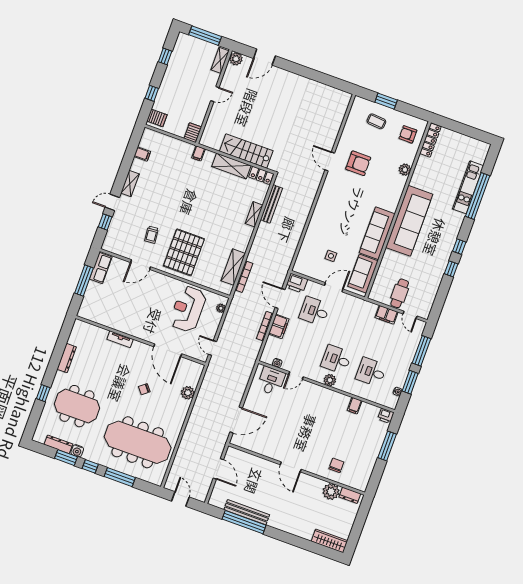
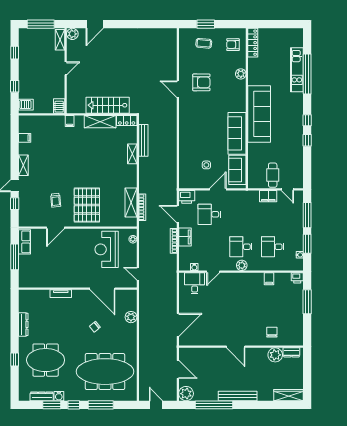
plant: (218, 499) -> (186, 394), added
bench: (247, 512) -> (238, 396), moved

